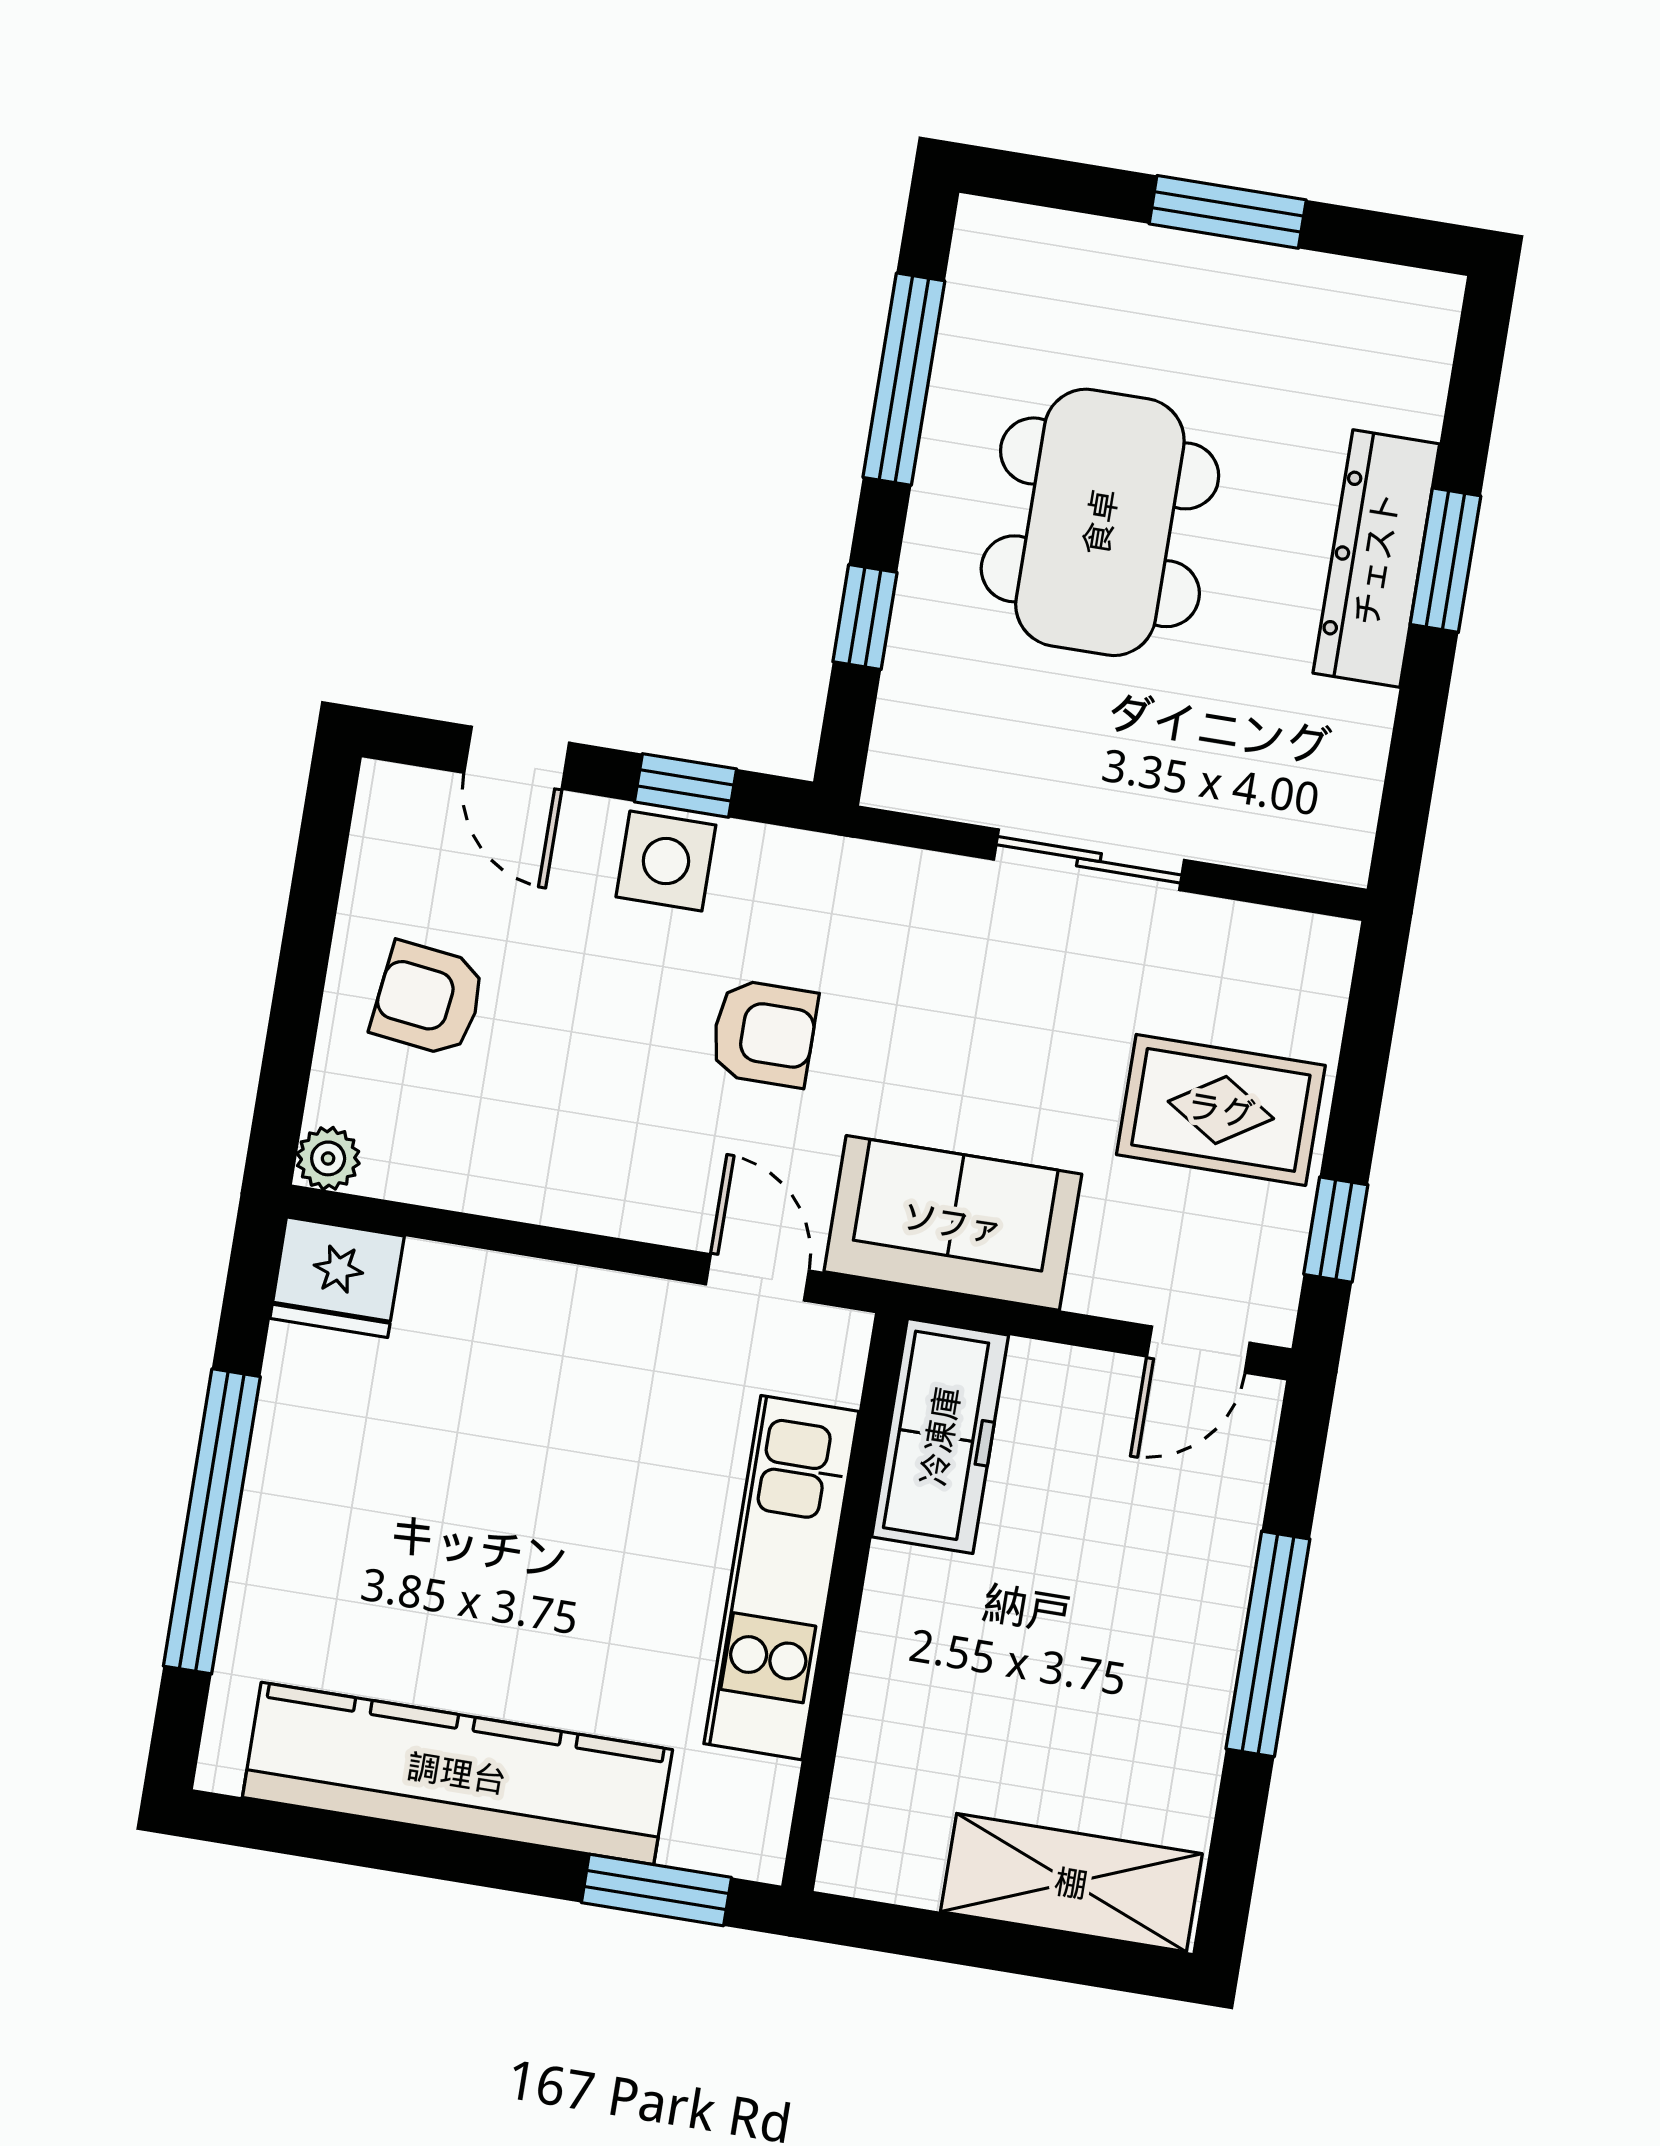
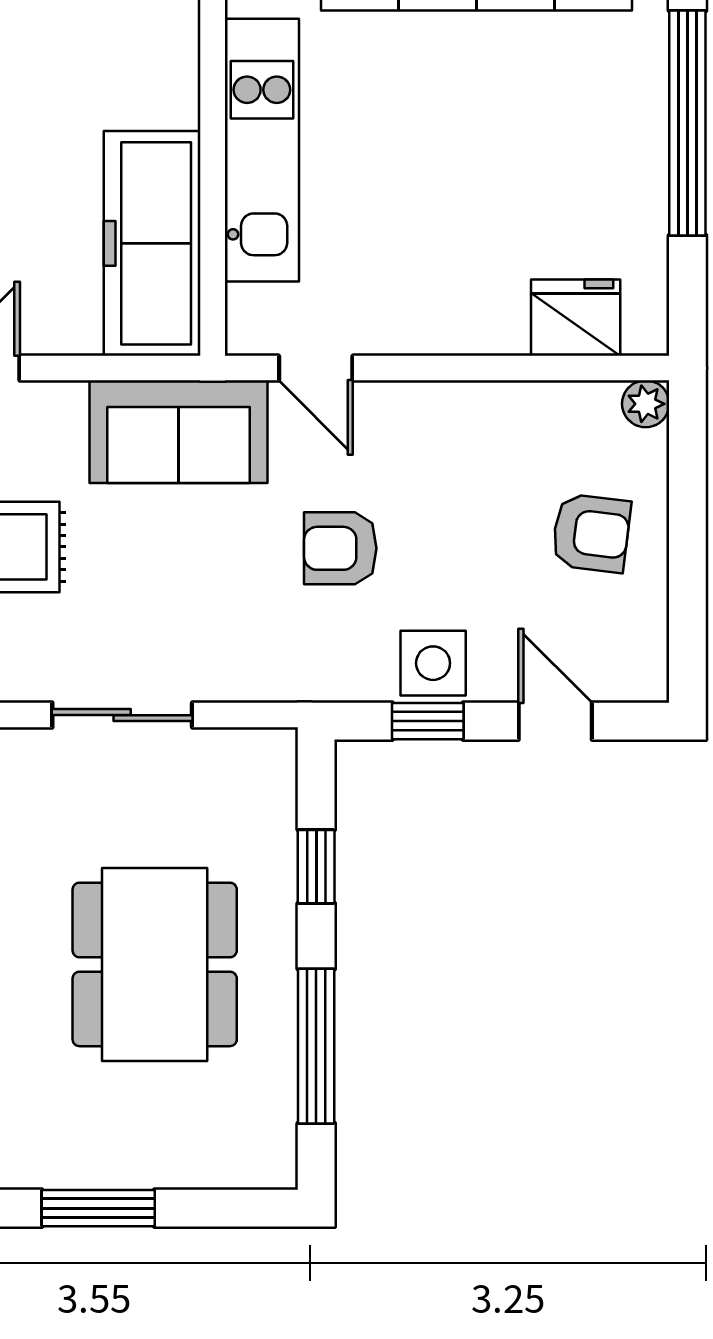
fridge: (337, 1277) -> (576, 318), moved
freezer: (940, 1436) -> (152, 243), width x1.36, depth x1.26

